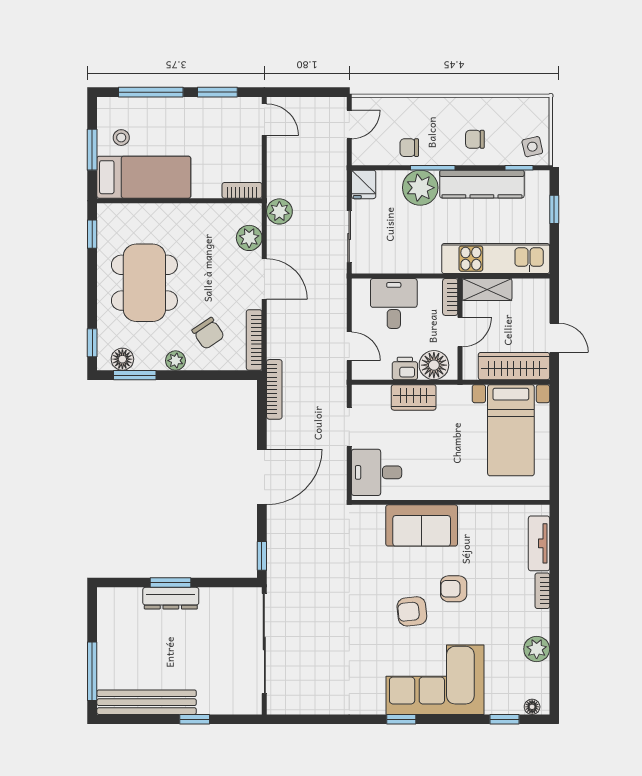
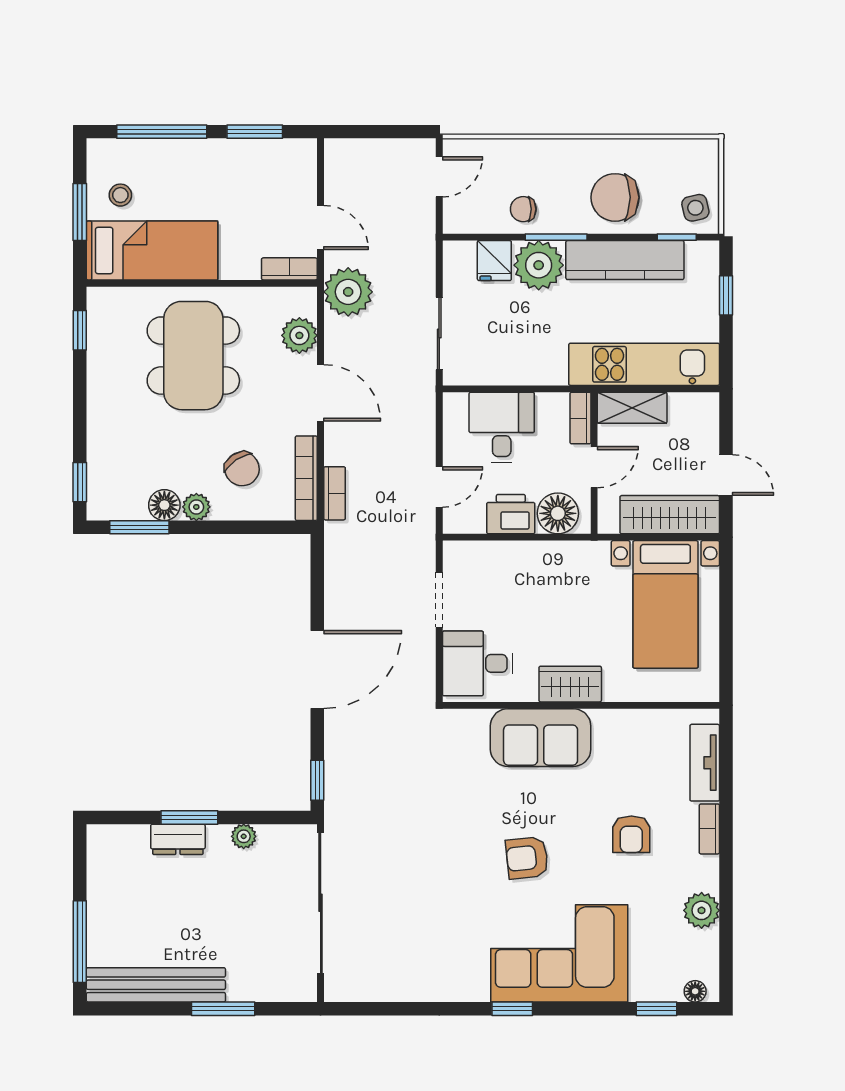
door: (264, 120) -> (321, 227), moved
chair: (475, 139) -> (615, 197), width x1.87, depth x1.87
fridge: (364, 184) -> (494, 261), moved
plant: (279, 211) -> (348, 292), width x1.36, depth x1.36
dining table: (144, 283) -> (193, 356), moved
door: (349, 346) -> (439, 487), hinge flipped
floor lamp: (122, 359) -> (164, 505), moved
printer: (405, 368) -> (511, 514), width x1.36, depth x1.24
bookcase: (274, 389) -> (335, 493), moved, width x0.64
wardrobe: (414, 397) -> (570, 684), moved, turned 180
armchair: (454, 589) -> (631, 834), moved, turned -90
plant: (209, 596) -> (244, 836), added
dresser: (171, 598) -> (178, 839), width x0.70
window: (195, 719) -> (223, 1009), width x1.50

